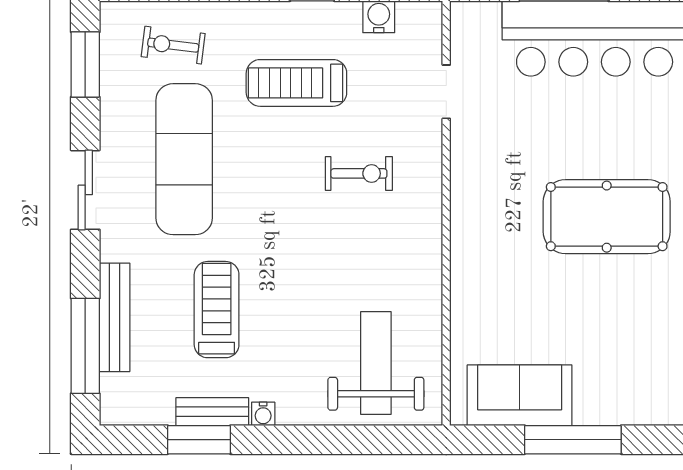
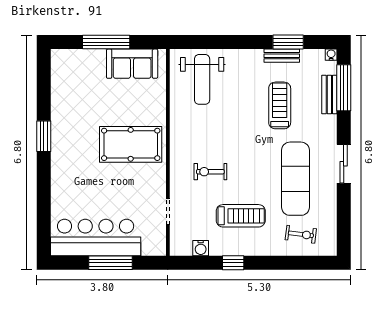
window: (85, 65) -> (344, 225), removed
pool table: (607, 217) -> (131, 144), moved
treadmill: (217, 310) -> (280, 105), turned 180
bench: (115, 317) -> (329, 95), width x0.73
water cooler: (263, 414) -> (331, 55), moved

